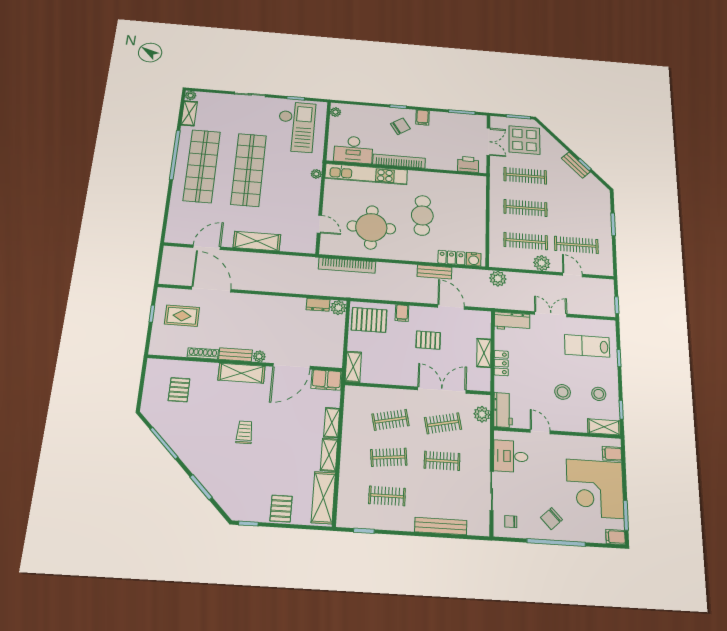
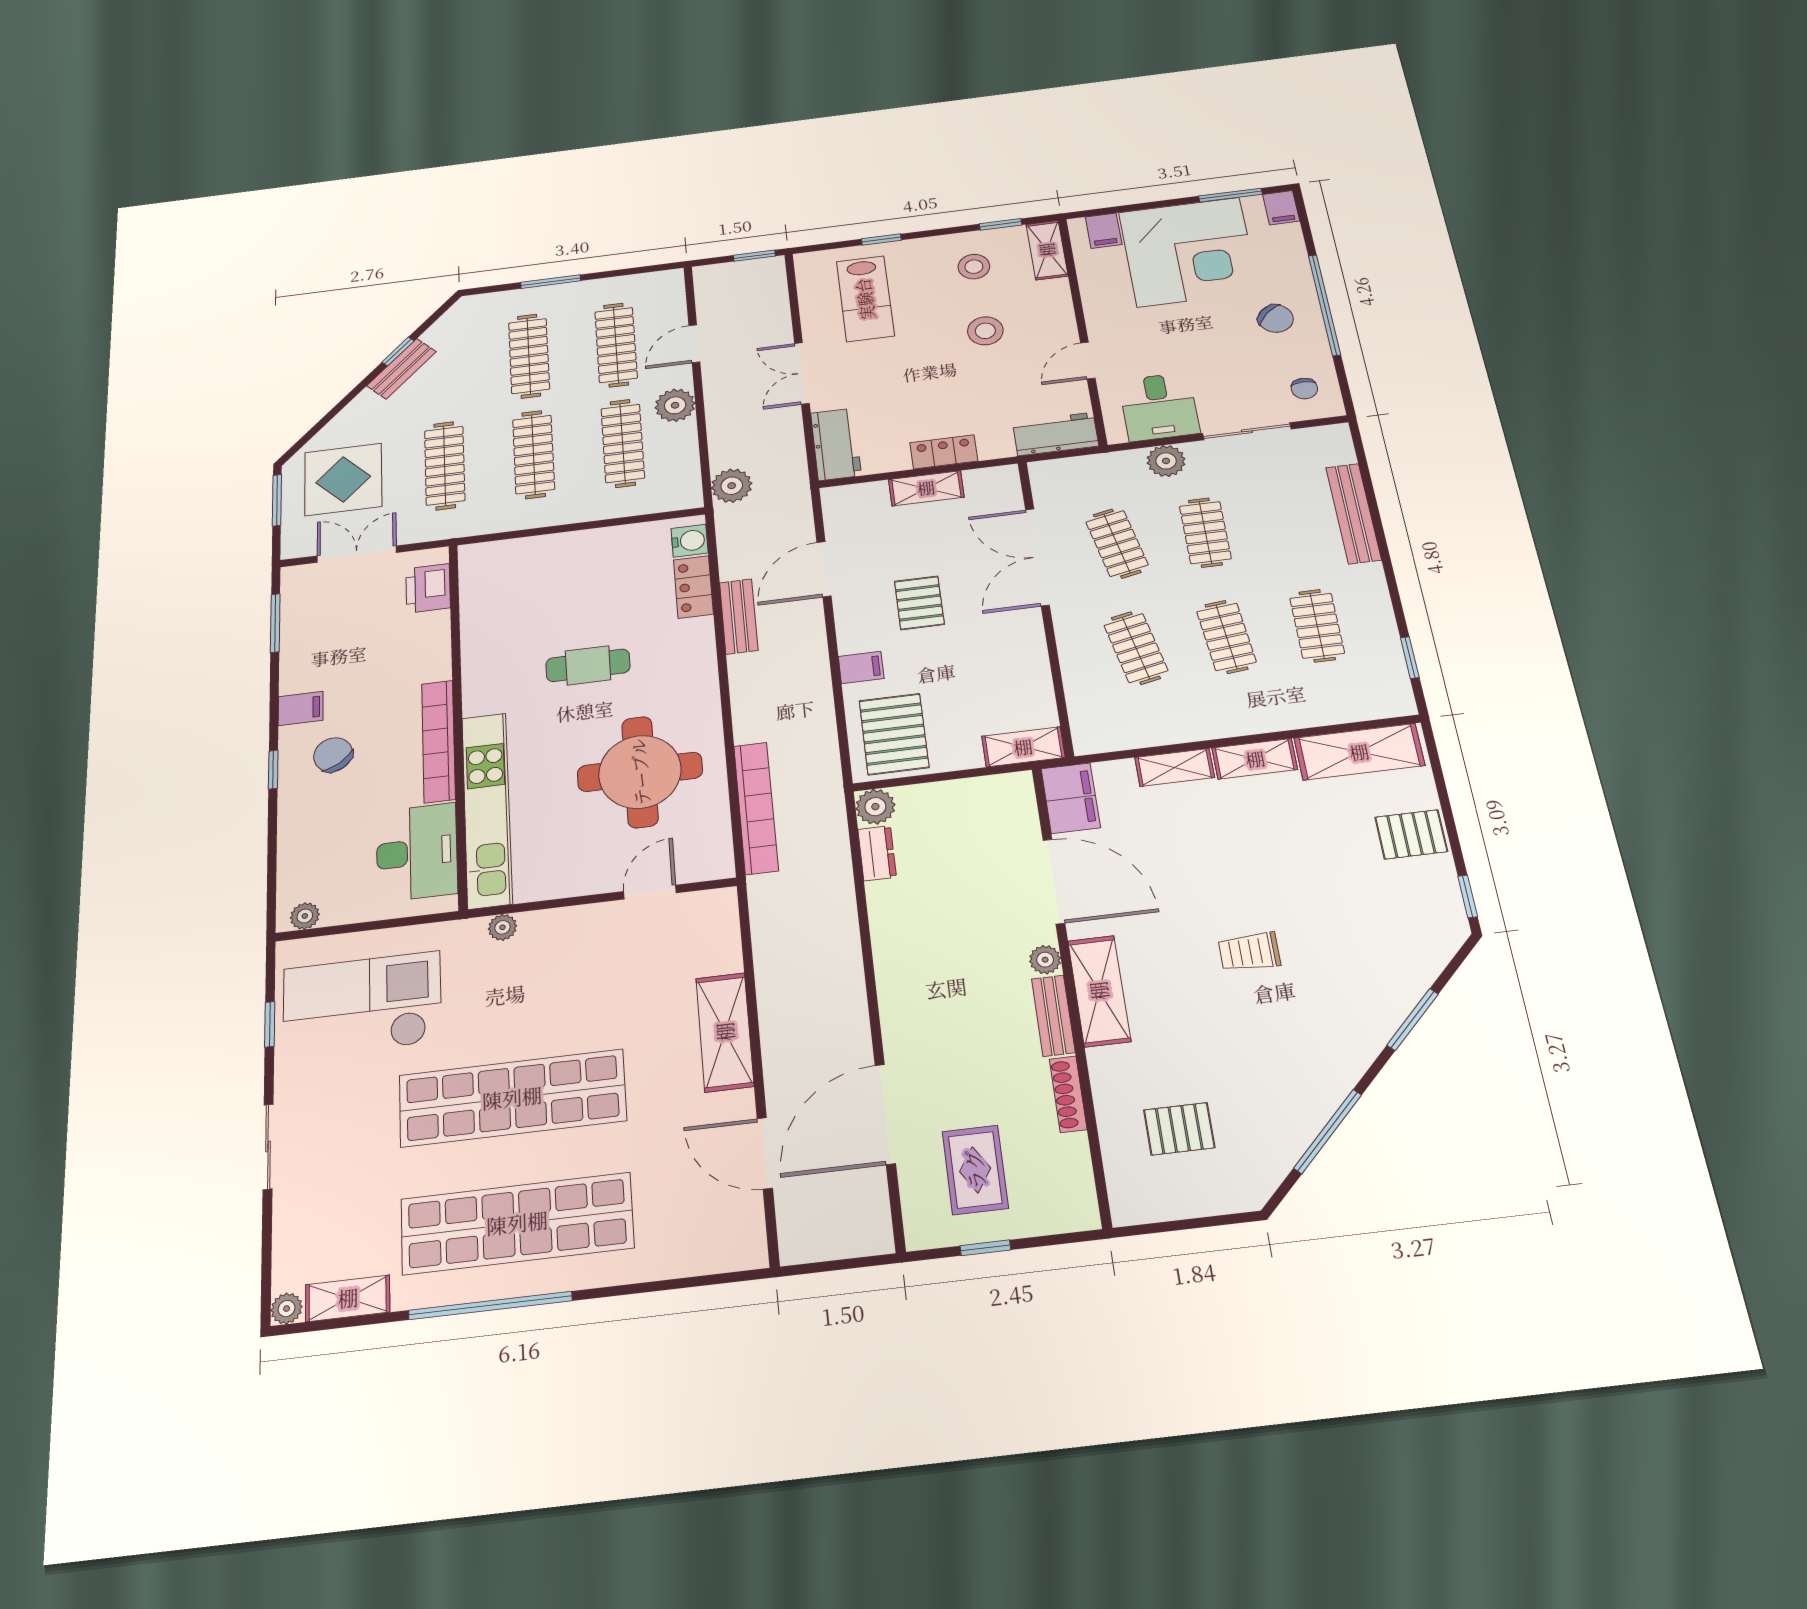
clothes rail: (575, 212) -> (529, 356), added
cafe table: (422, 215) -> (588, 665), width x0.73, depth x0.74
plant: (482, 414) -> (1166, 461), moved

